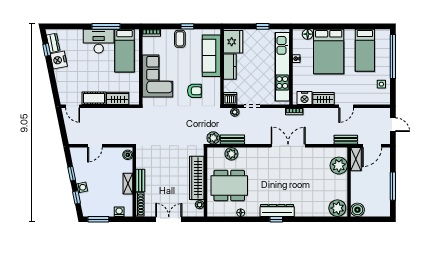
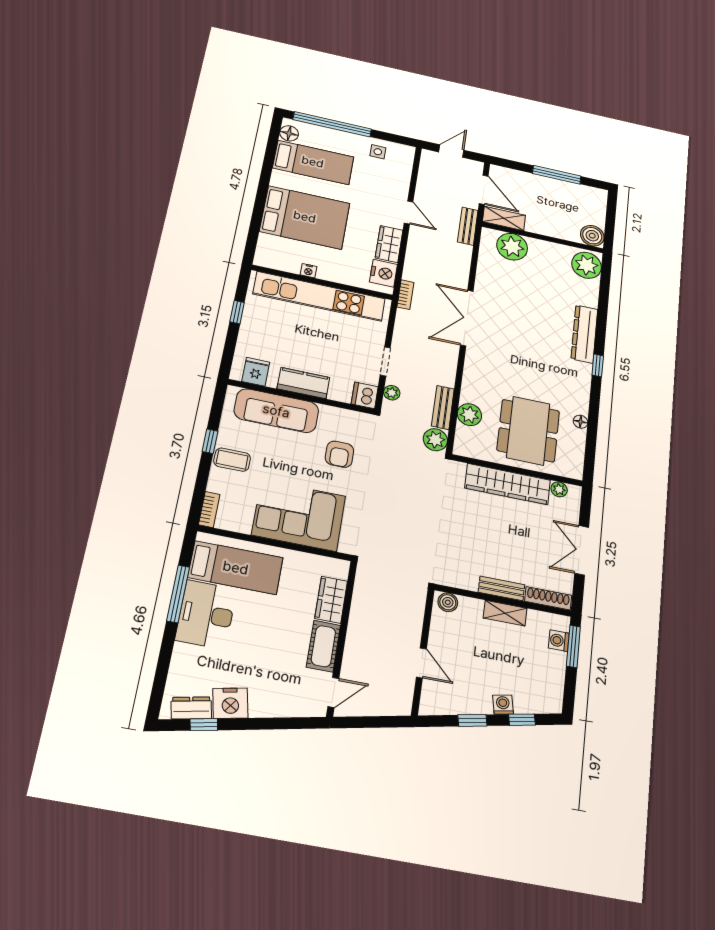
floor lamp: (308, 34) -> (289, 133), moved
fridge: (233, 42) -> (256, 372), width x0.53, depth x0.75
armchair: (194, 91) -> (339, 454), turned 180
dresser: (277, 210) -> (584, 334), moved
window: (98, 219) -> (573, 646), moved

